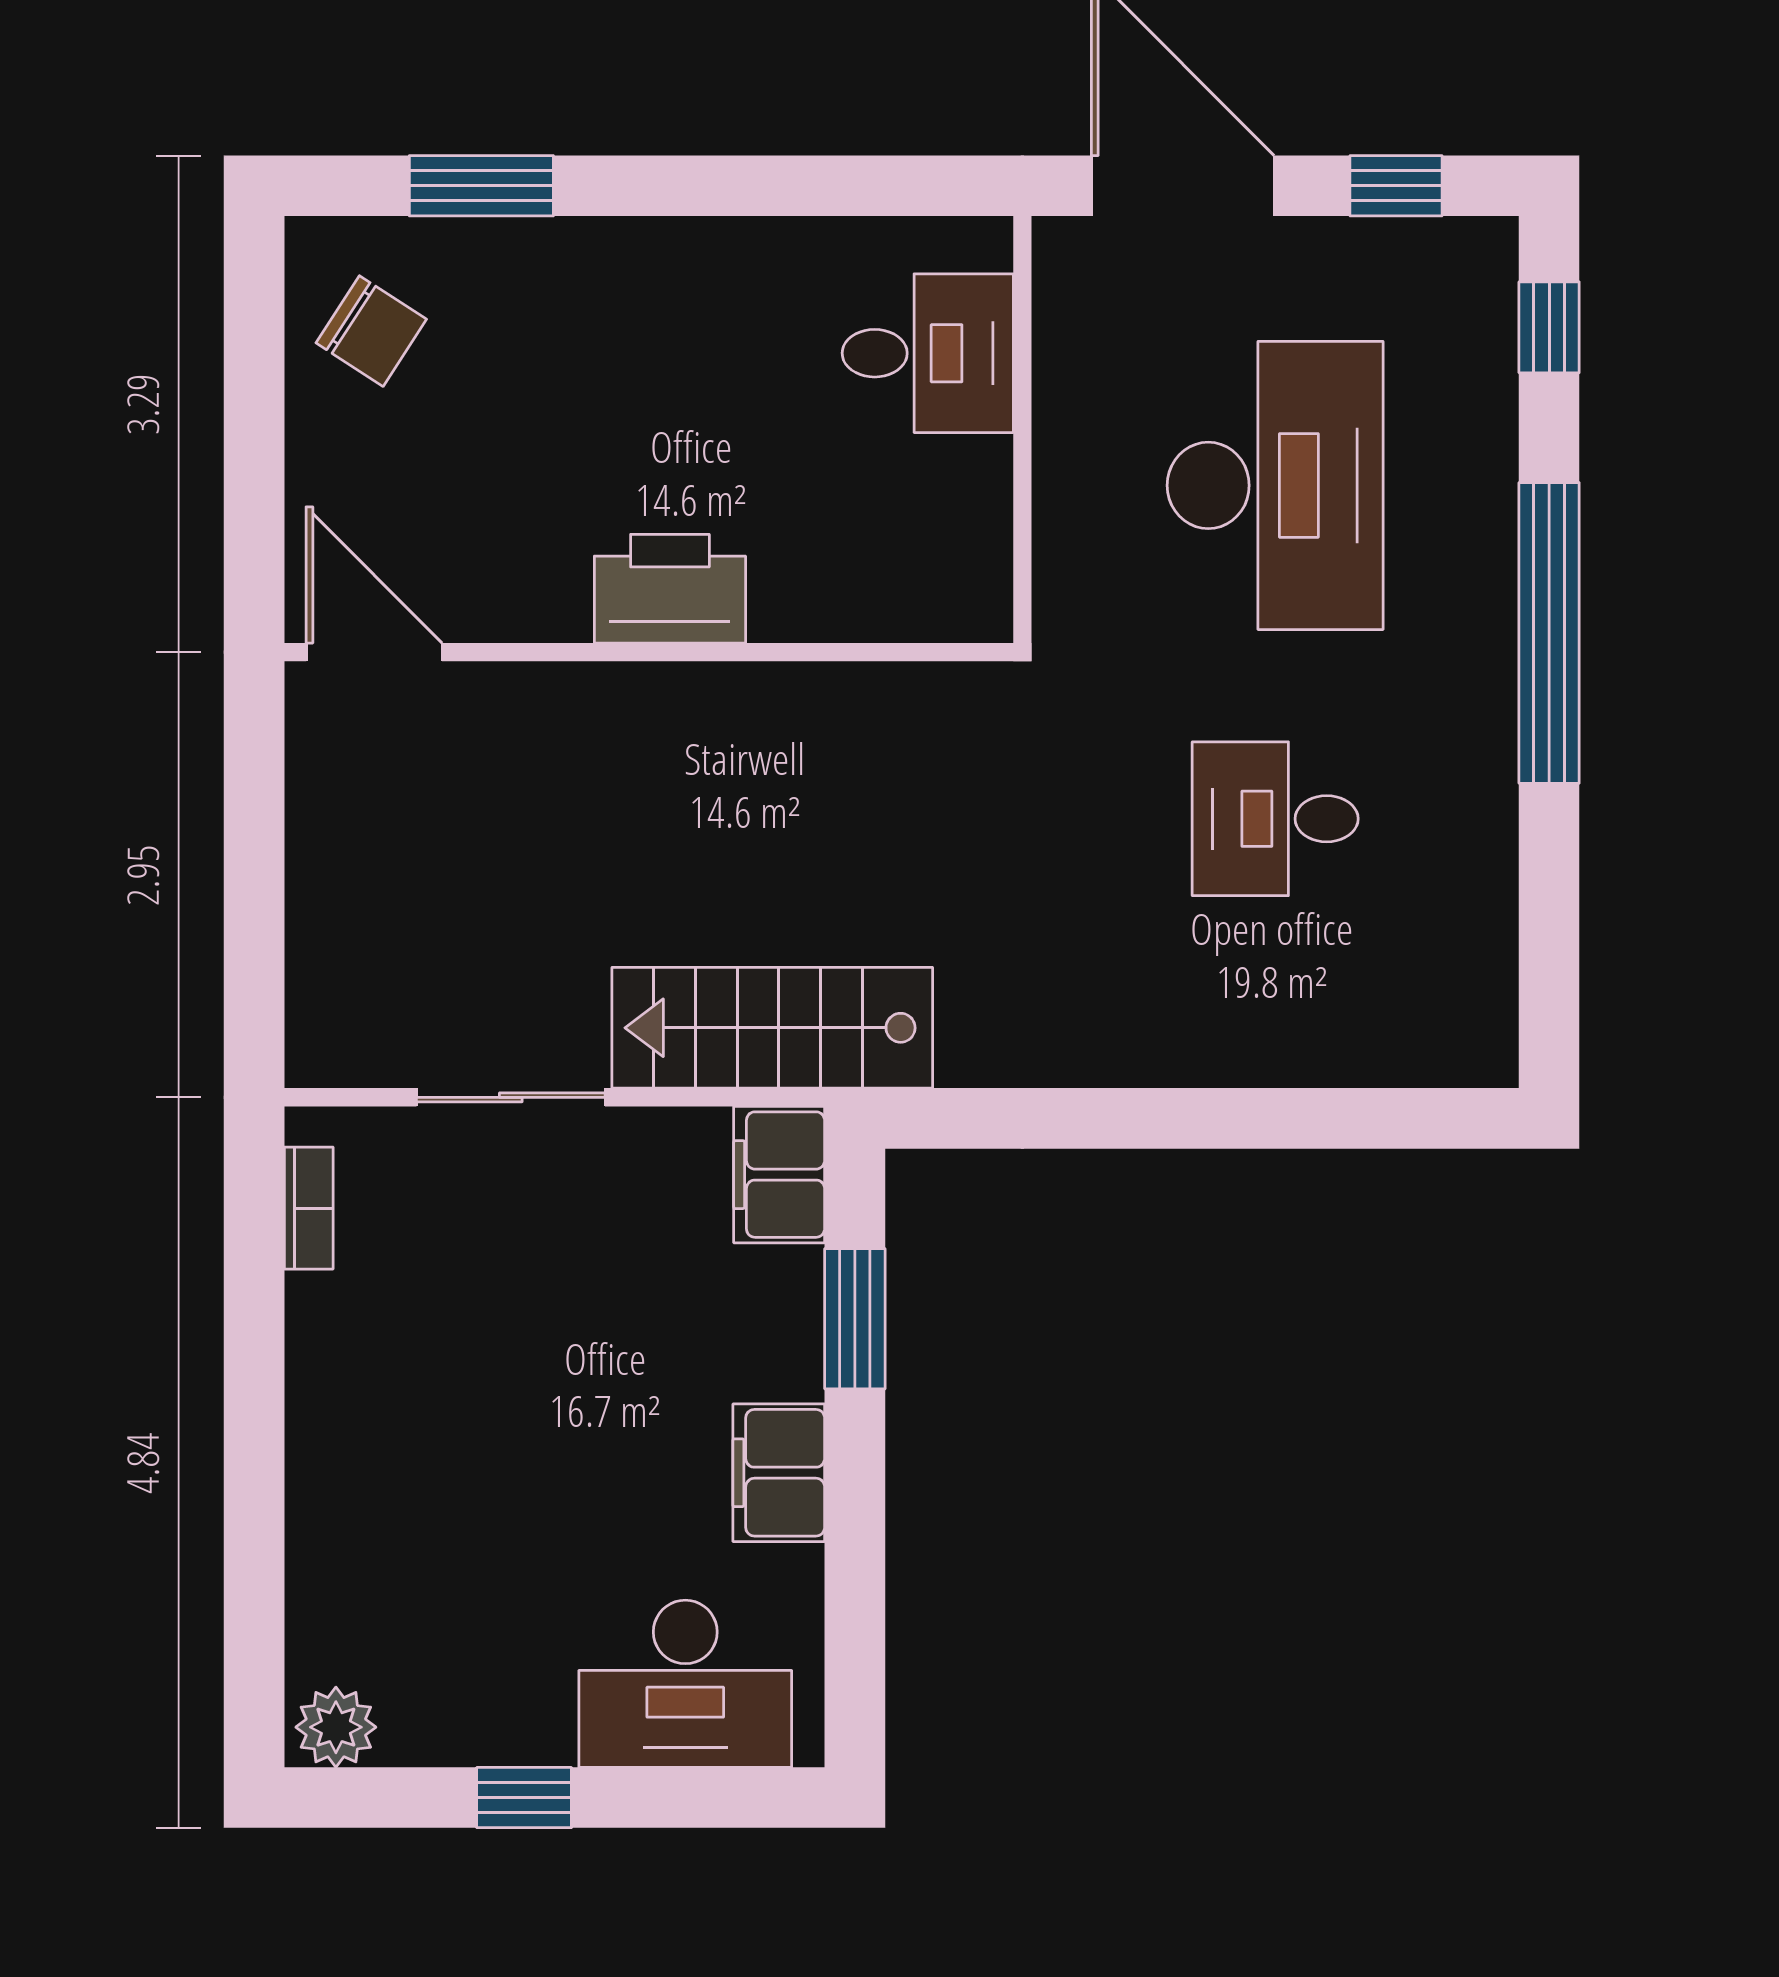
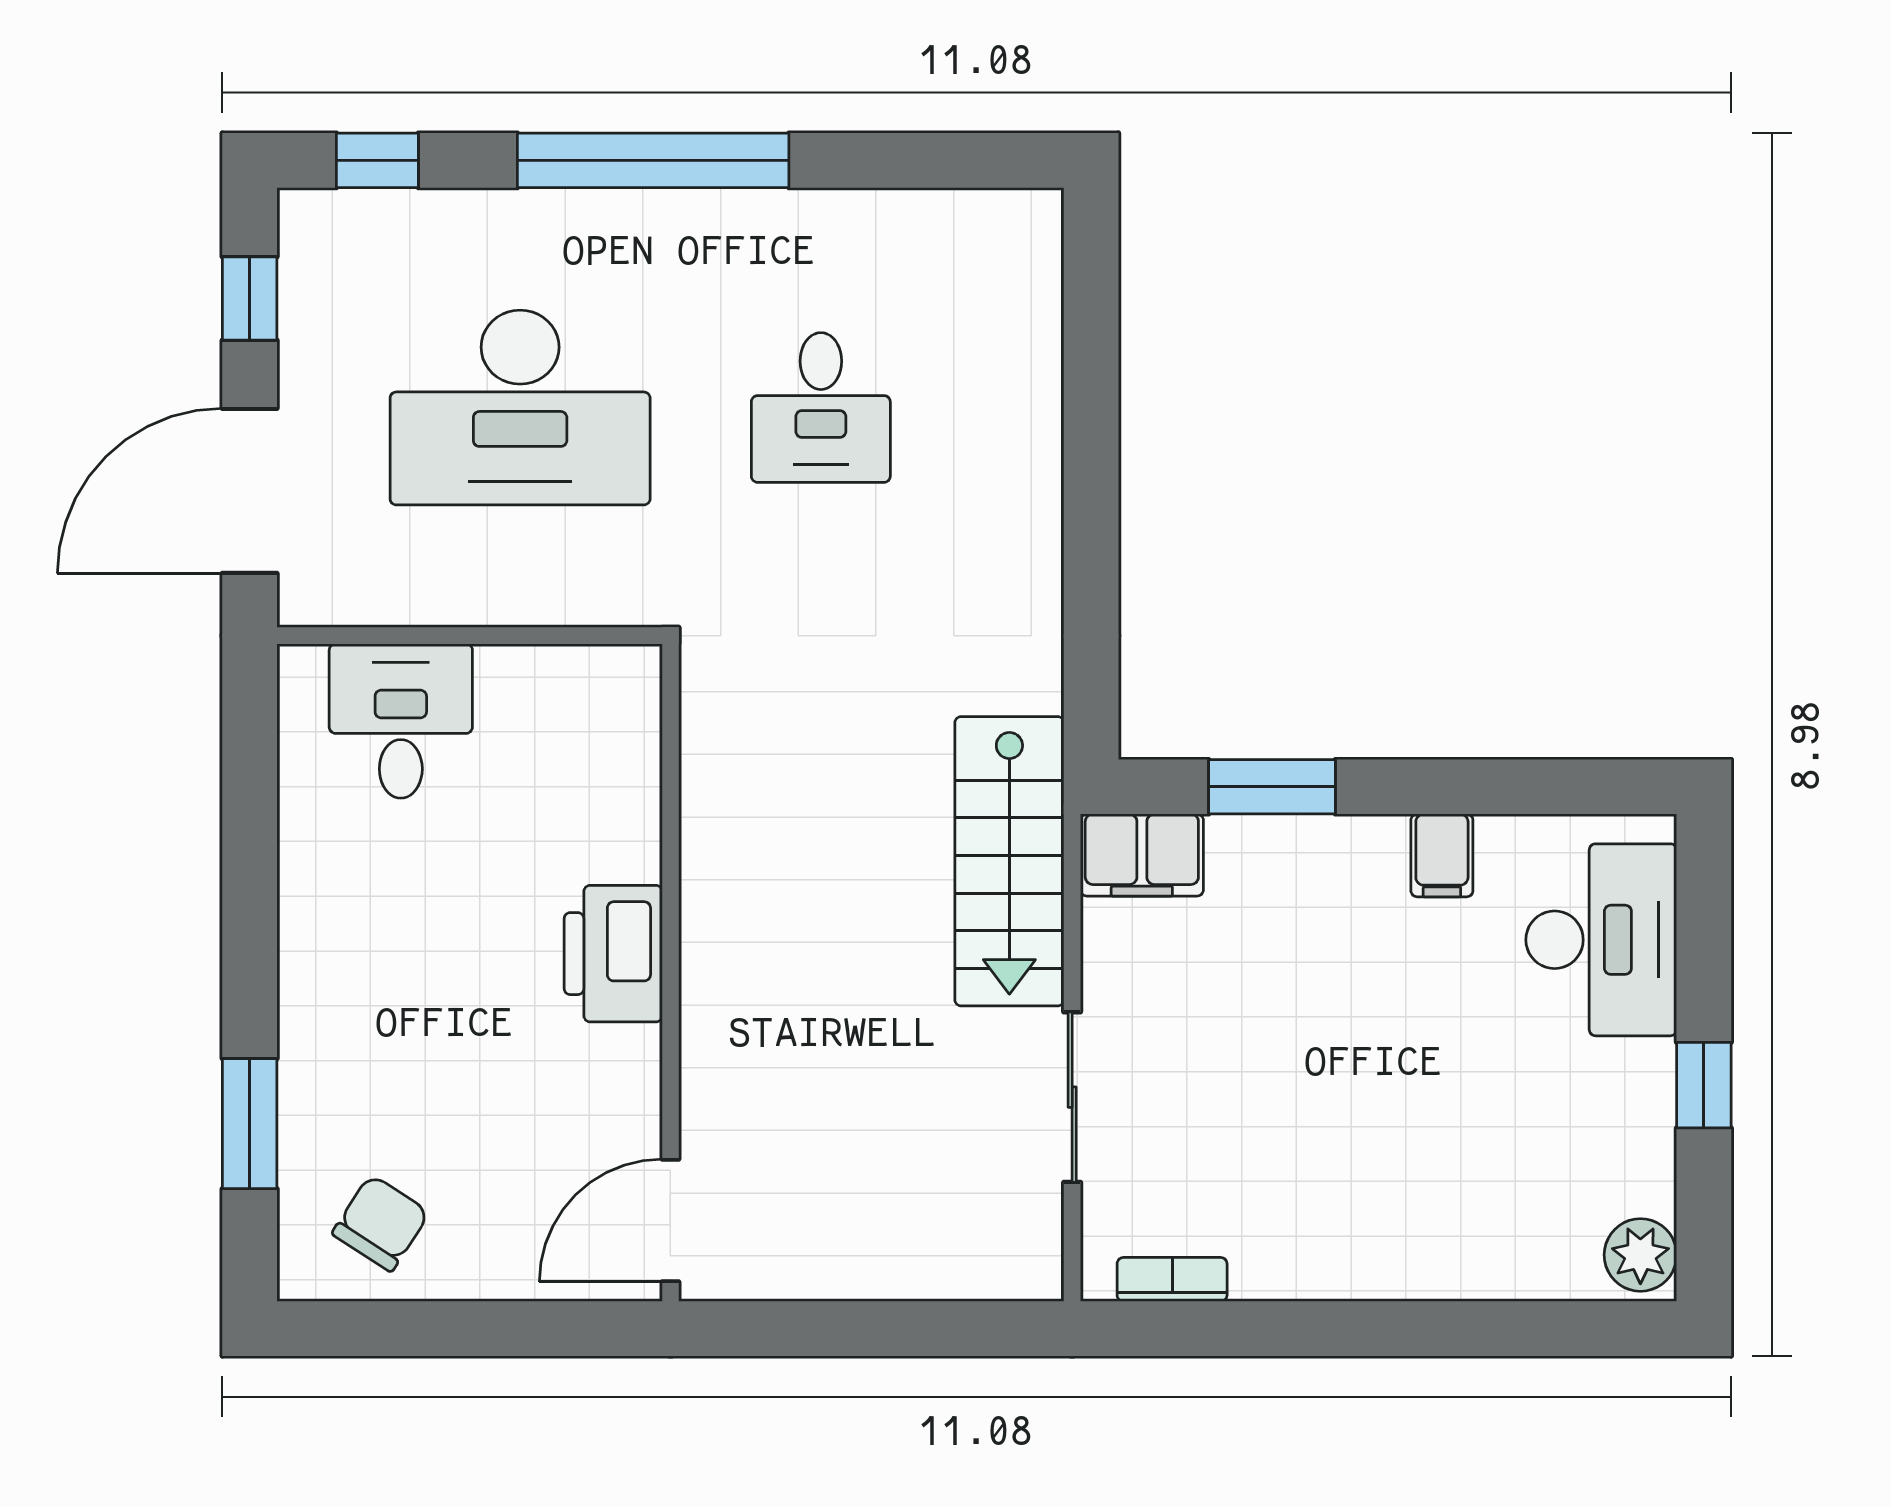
desk: (1275, 485) -> (520, 408), turned 180
filing cabinet: (779, 1473) -> (1442, 855), width x0.50

